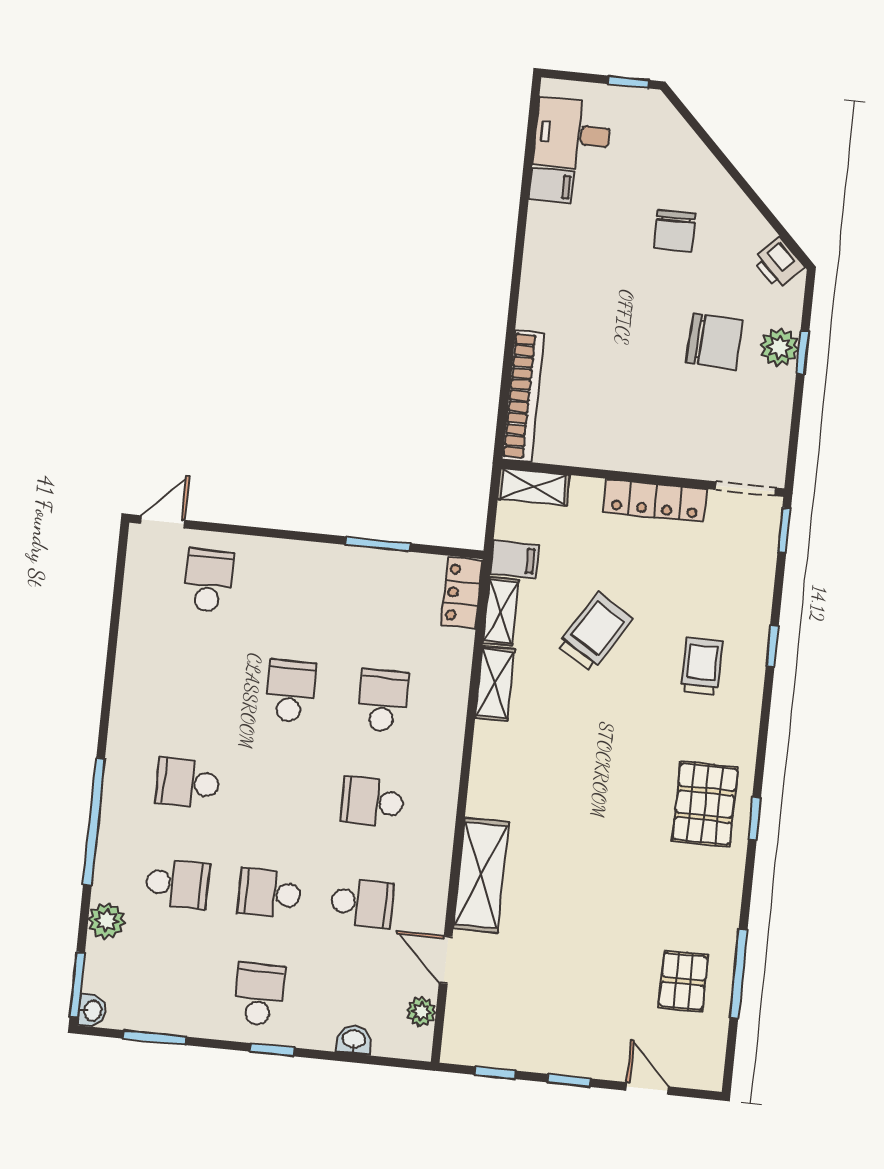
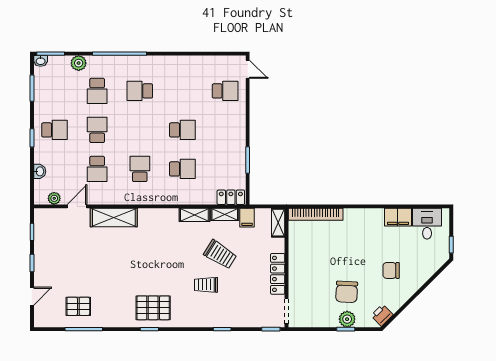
filing cabinet: (551, 186) -> (398, 217), width x2.00
trolley: (702, 666) -> (206, 285), moved, turned 180
school desk: (188, 783) -> (140, 91), turned -90

